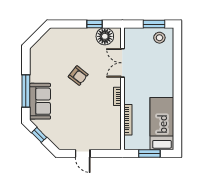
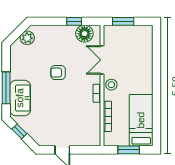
window: (154, 24) -> (123, 21), moved
stool: (159, 38) -> (111, 85), moved
plant: (47, 41) -> (27, 38), added
armchair: (78, 76) -> (58, 73), turned 142

